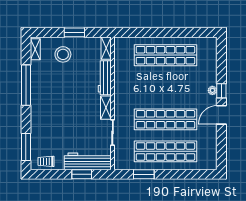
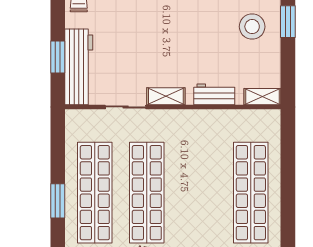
window: (74, 32) -> (288, 22), moved
workbench: (105, 78) -> (214, 94), width x0.73
window: (144, 174) -> (58, 201), moved

